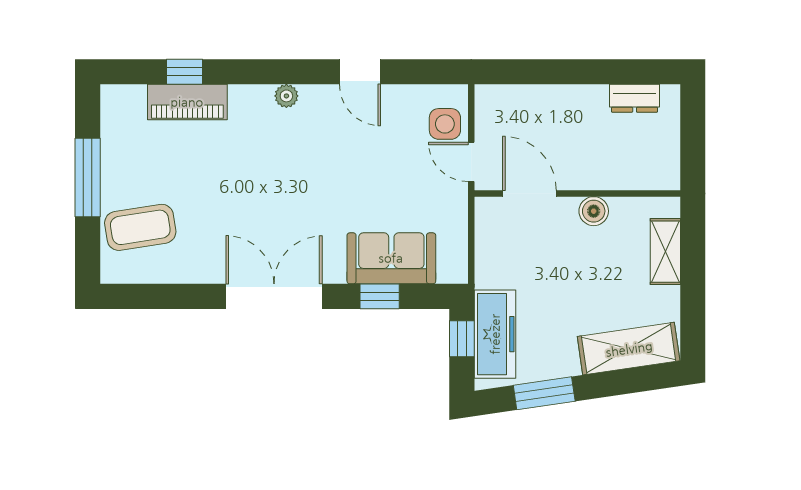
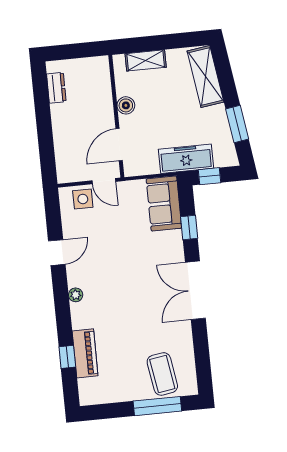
door: (471, 162) -> (104, 181), hinge flipped
window: (88, 178) -> (157, 406), moved
sofa: (391, 258) -> (164, 203), moved
freezer: (495, 334) -> (186, 159), moved

